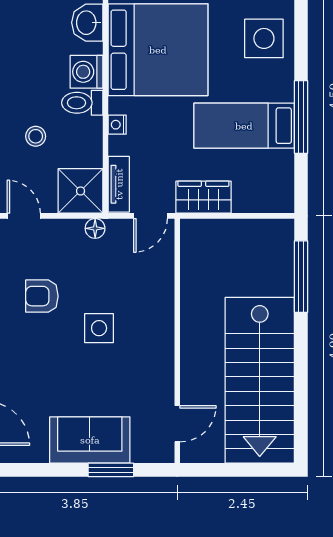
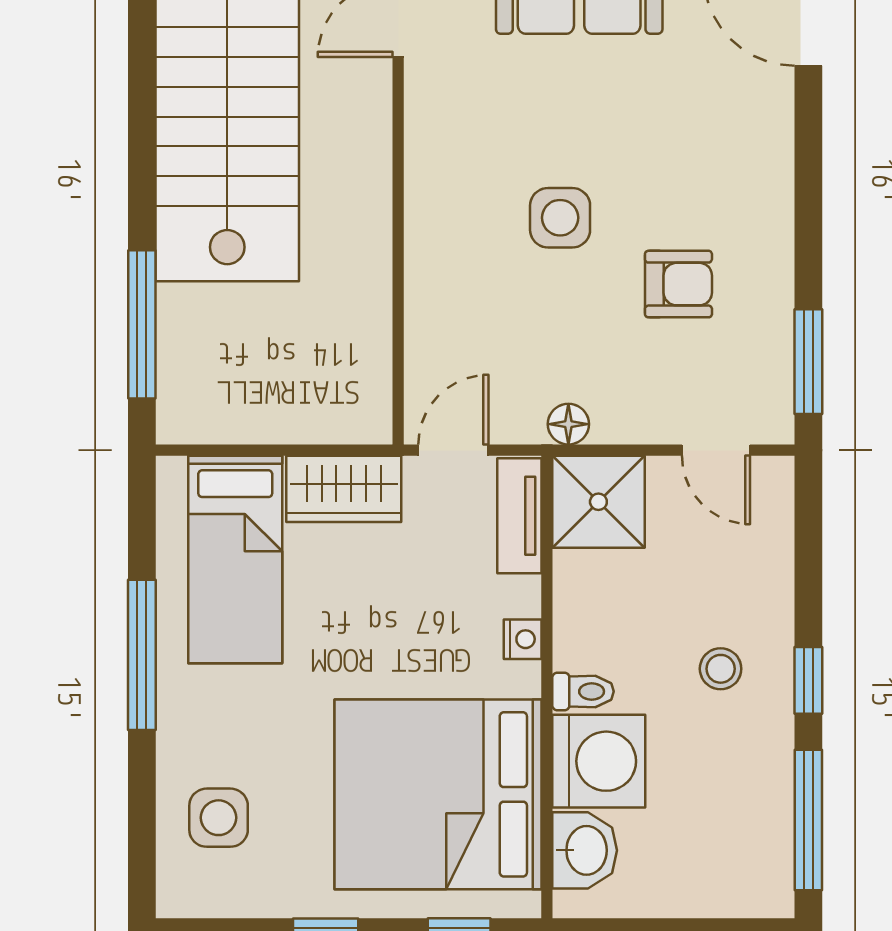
side table: (264, 38) -> (219, 818), width x0.73, depth x0.73
washing machine: (86, 72) -> (599, 761), width x1.37, depth x1.37
toilet: (82, 103) -> (583, 691), width x0.73, depth x0.72
bed: (244, 126) -> (235, 560), moved, turned 90
stool: (36, 136) -> (721, 669), moved

